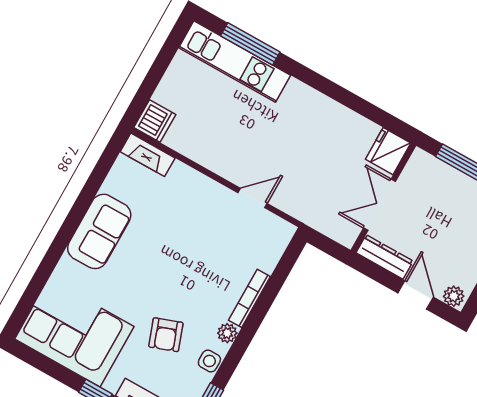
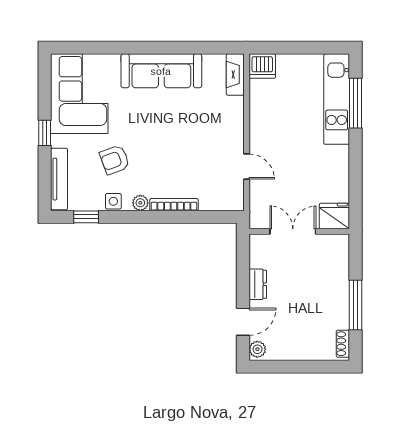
fridge: (388, 151) -> (334, 216), moved
wall: (383, 198) -> (299, 231), moved
double door: (380, 205) -> (293, 231), moved
sofa: (99, 231) -> (161, 71), width x1.36
dresser: (385, 257) -> (258, 284), width x0.70

